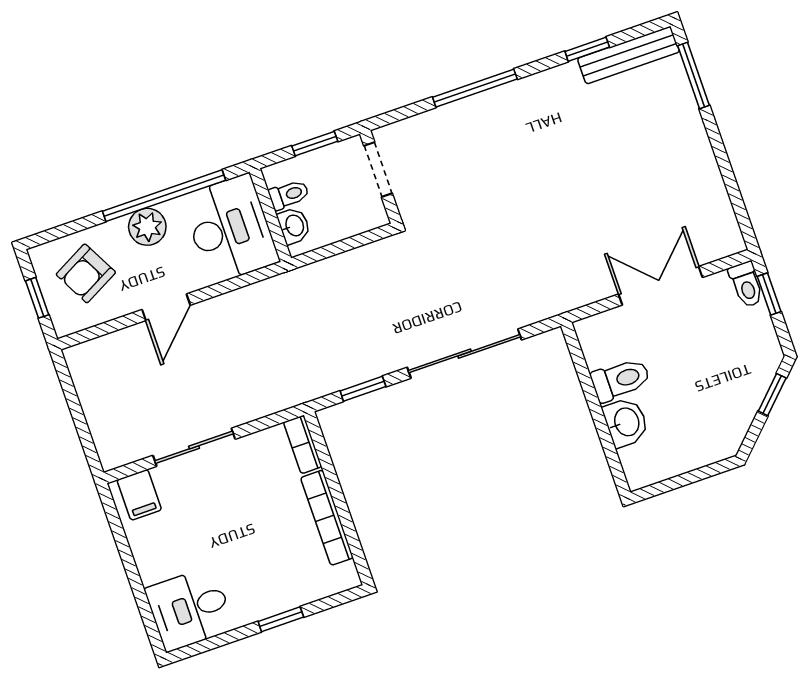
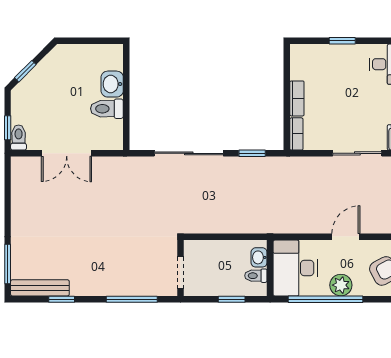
doorway: (378, 169) -> (181, 273), moved
wall: (381, 177) -> (181, 268), moved
bookcase: (327, 518) -> (297, 98), width x0.64

